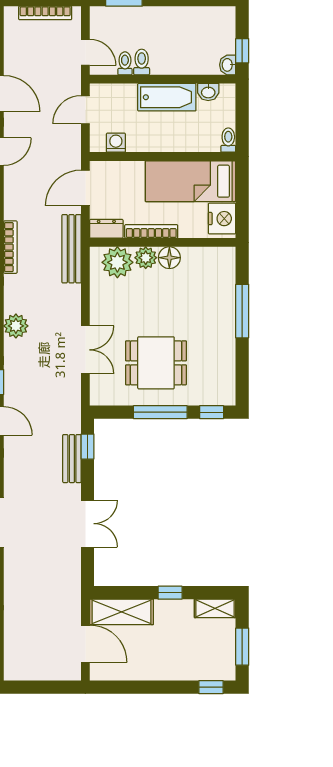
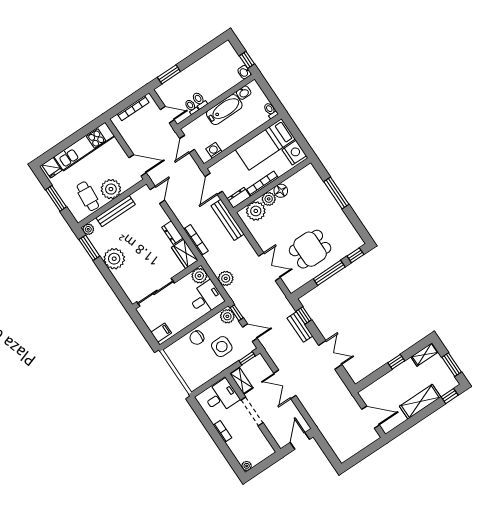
shelving: (122, 612) -> (420, 402), moved

